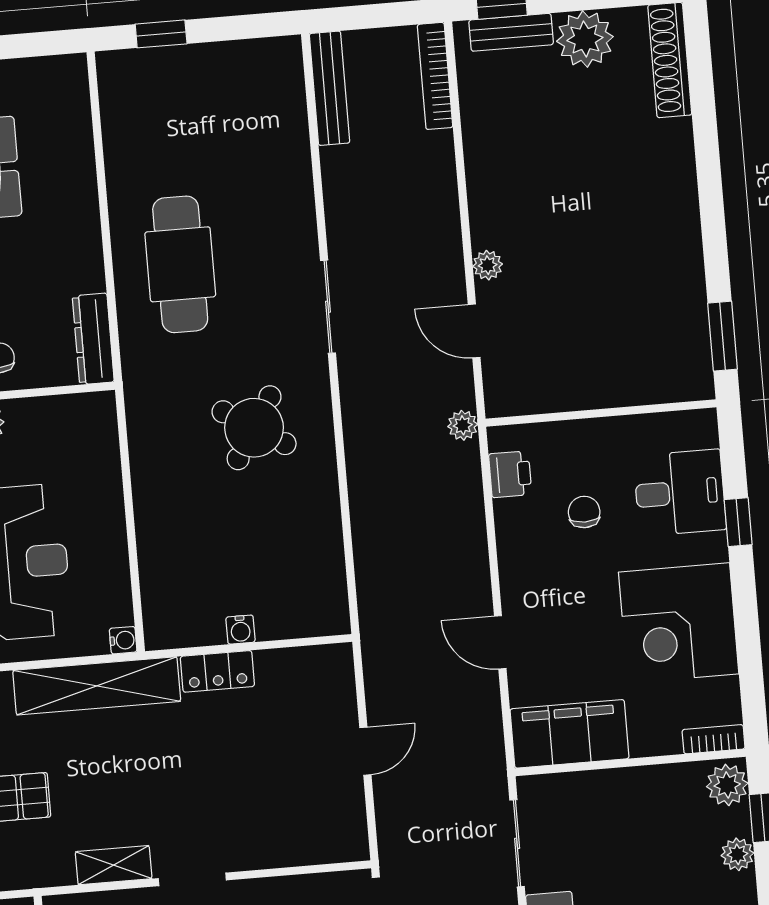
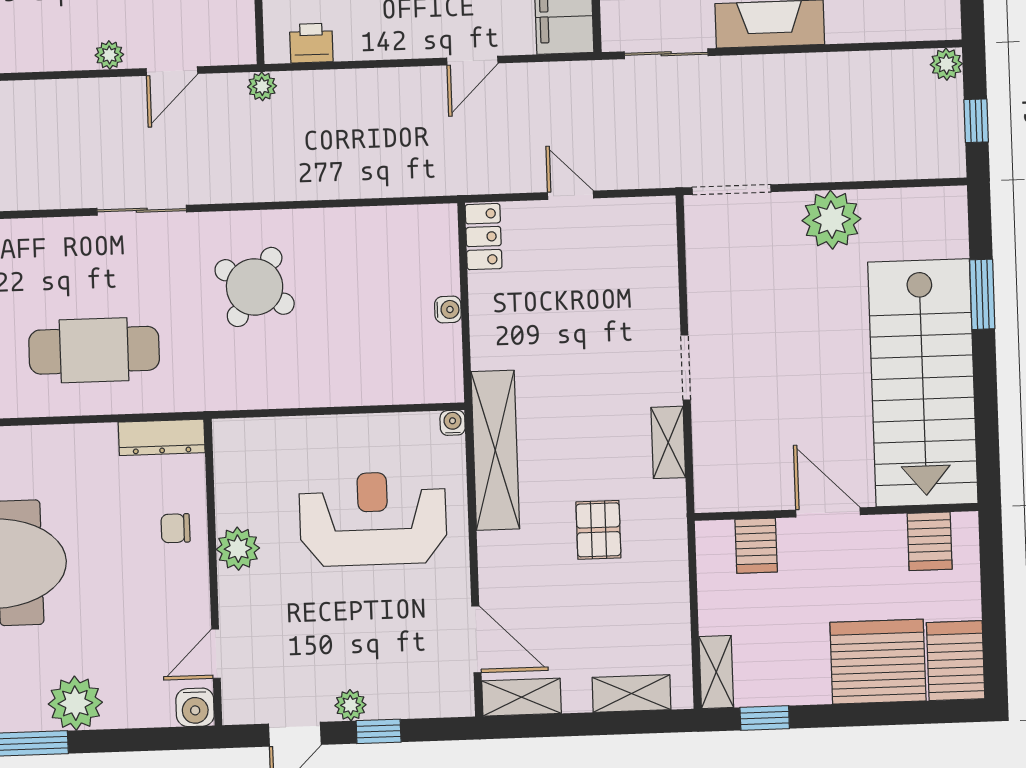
locker: (217, 671) -> (484, 237), moved

